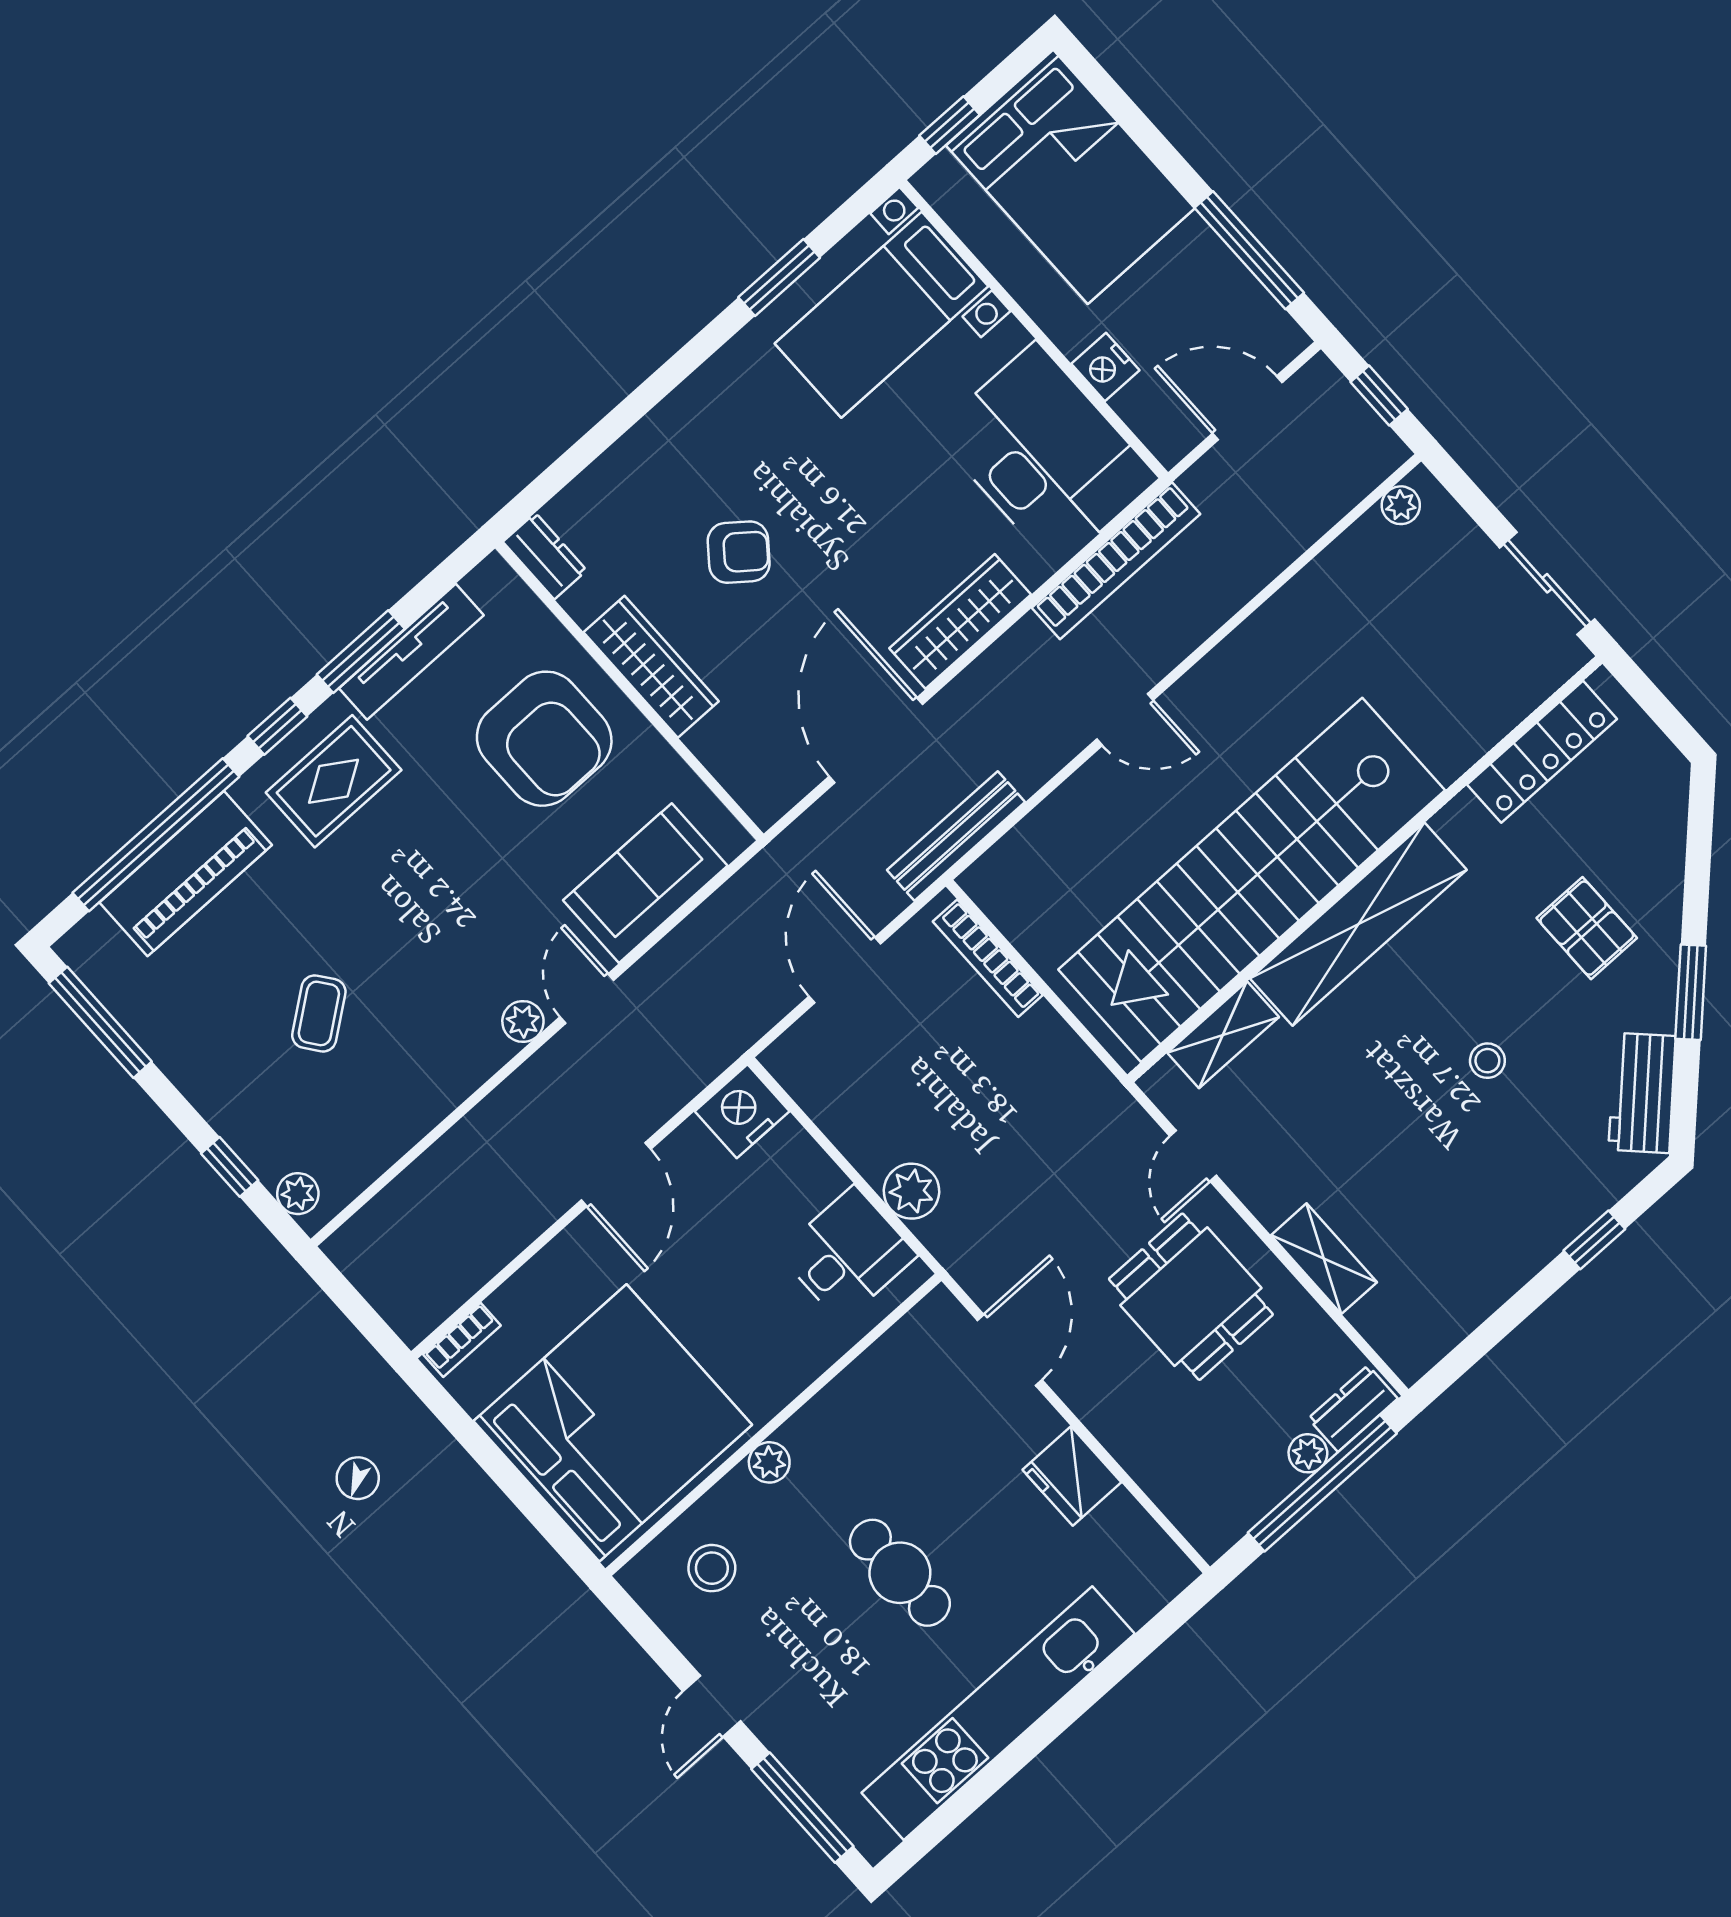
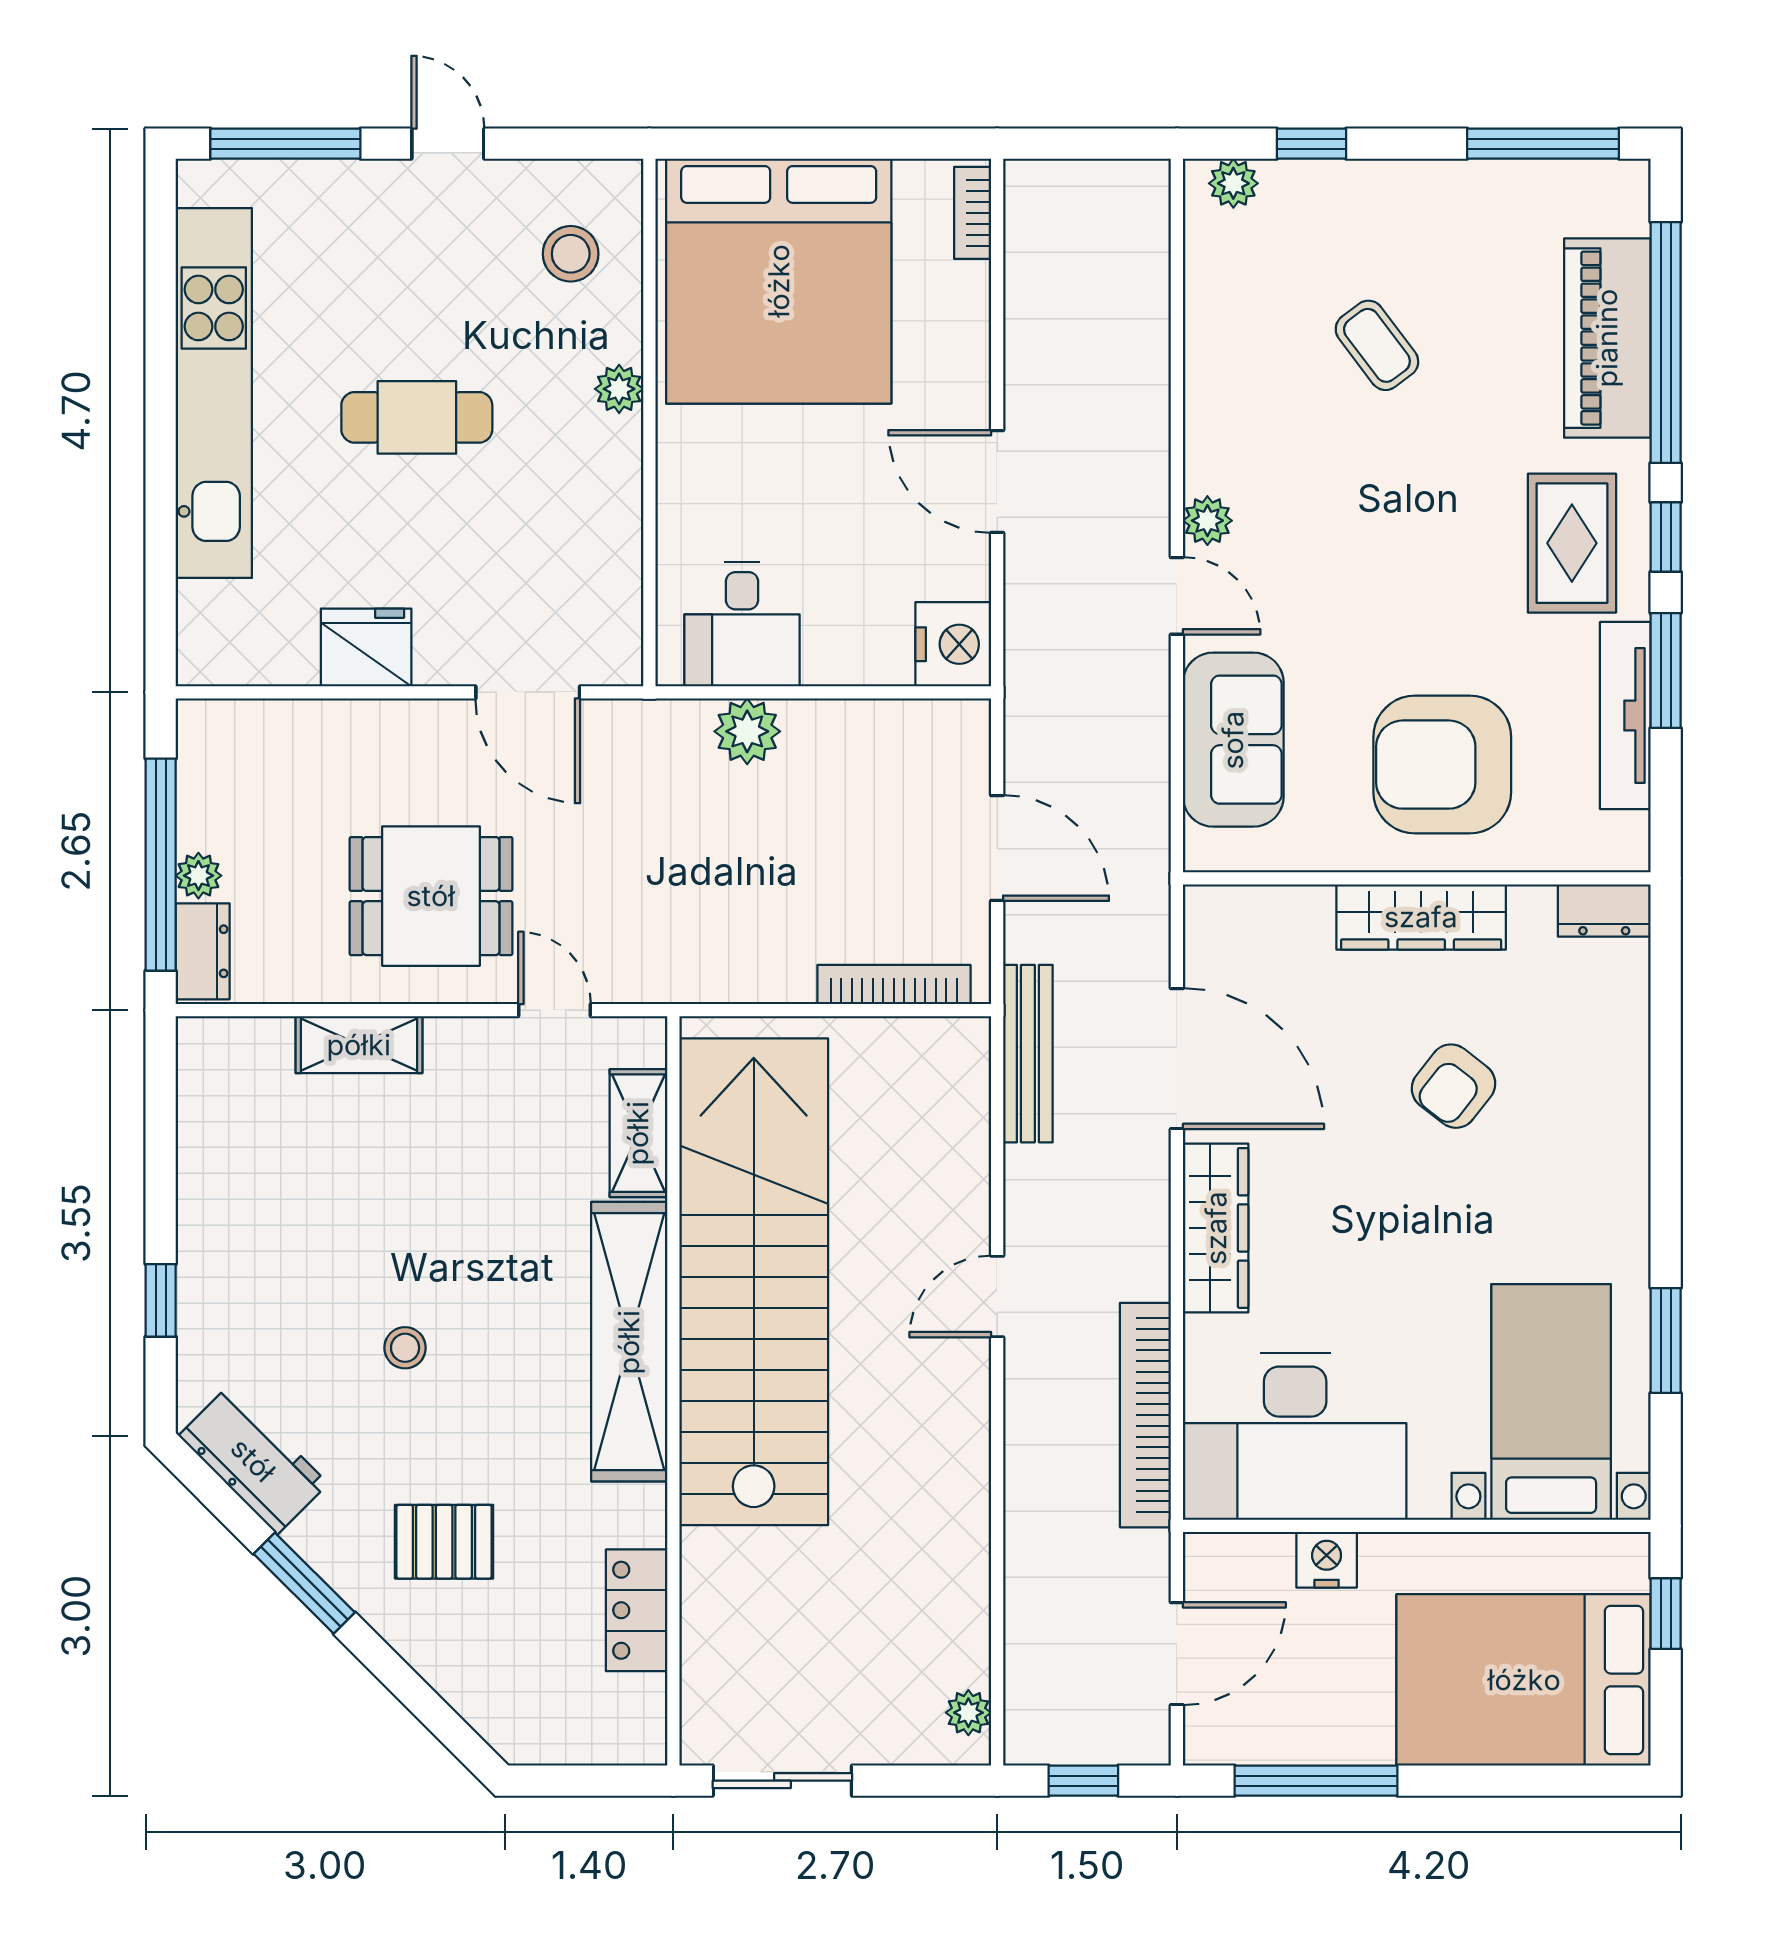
locker: (1542, 752) -> (637, 1610), width x0.66

